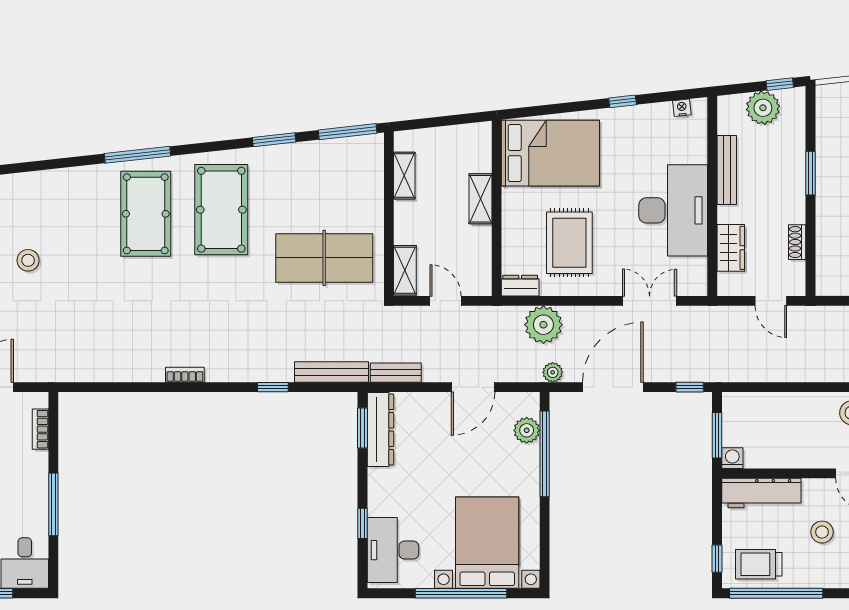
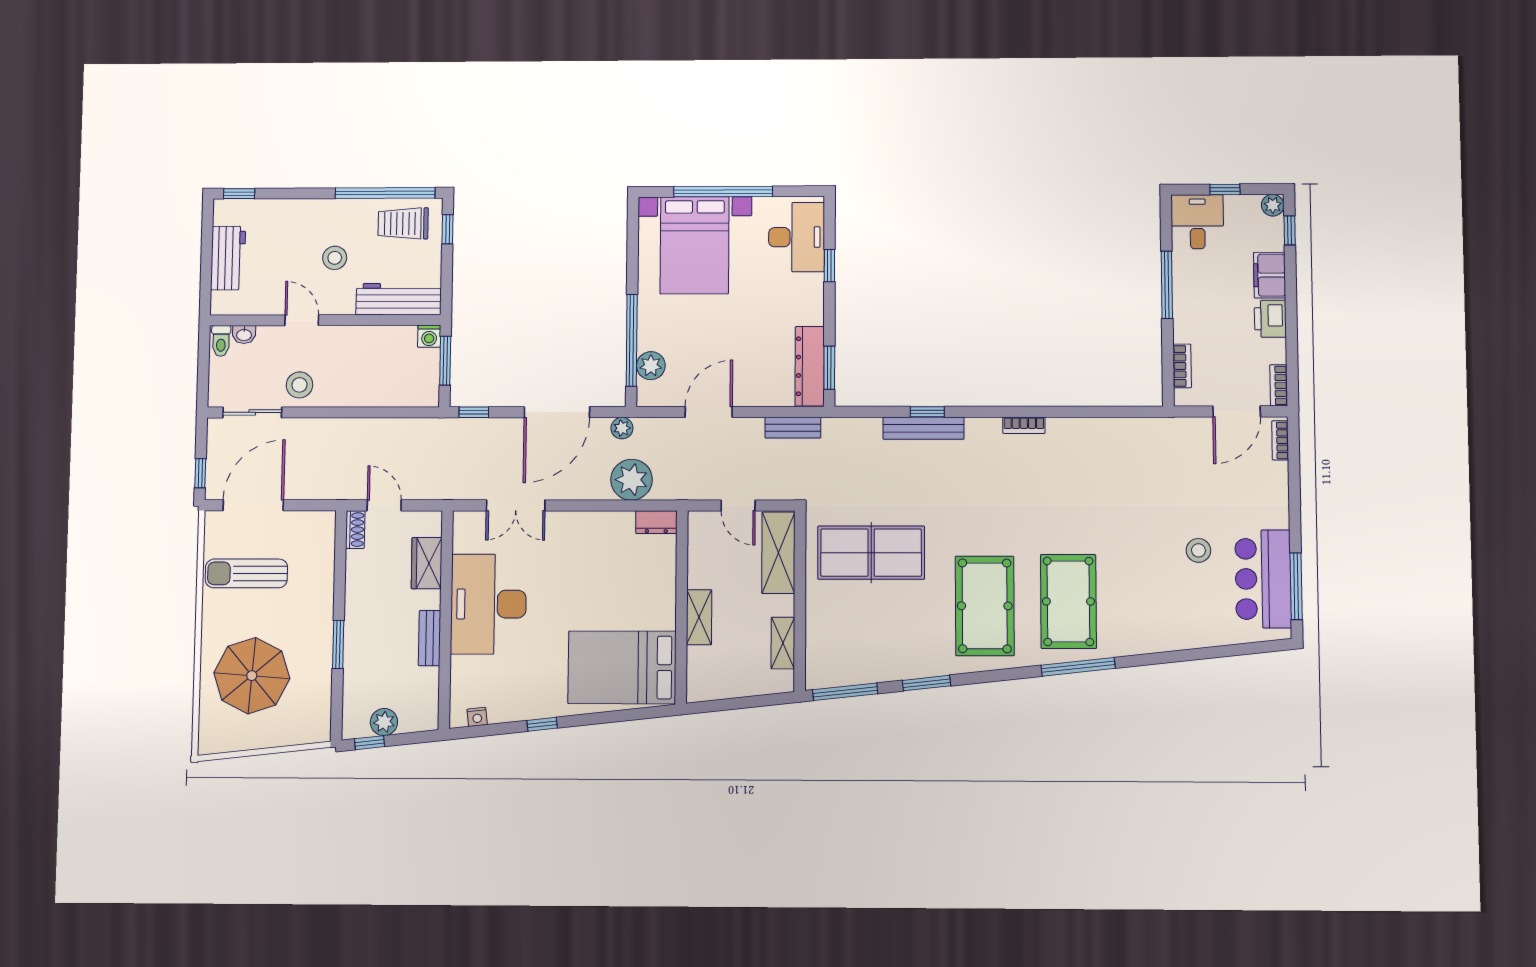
plant: (763, 108) -> (384, 722), width x0.73, depth x0.73
bench: (727, 170) -> (430, 638), width x0.73
shoe rack: (797, 242) -> (355, 530), moved
rug: (569, 243) -> (602, 569), removed
shelving: (405, 270) -> (778, 553), width x1.50, depth x1.33
bench: (331, 372) -> (923, 428), moved
trolley: (759, 564) -> (403, 223), turned 180

